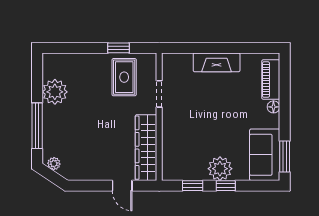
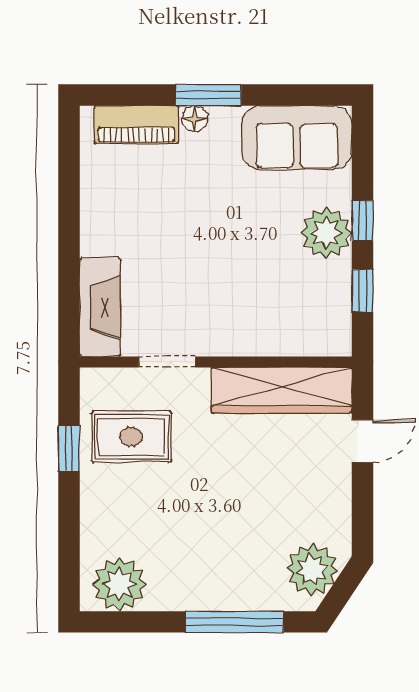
fireplace: (217, 62) -> (100, 307), moved
plant: (55, 92) -> (119, 584), moved
window: (285, 156) -> (208, 95), moved
plant: (54, 164) -> (312, 570), width x1.88, depth x1.88

